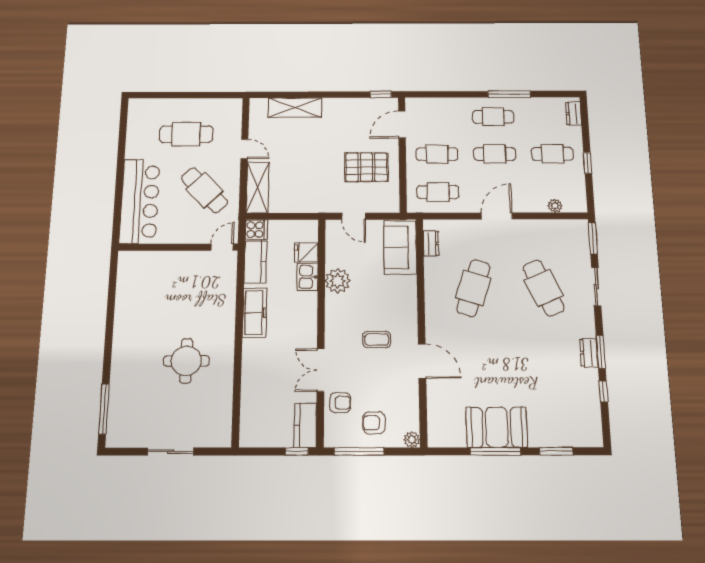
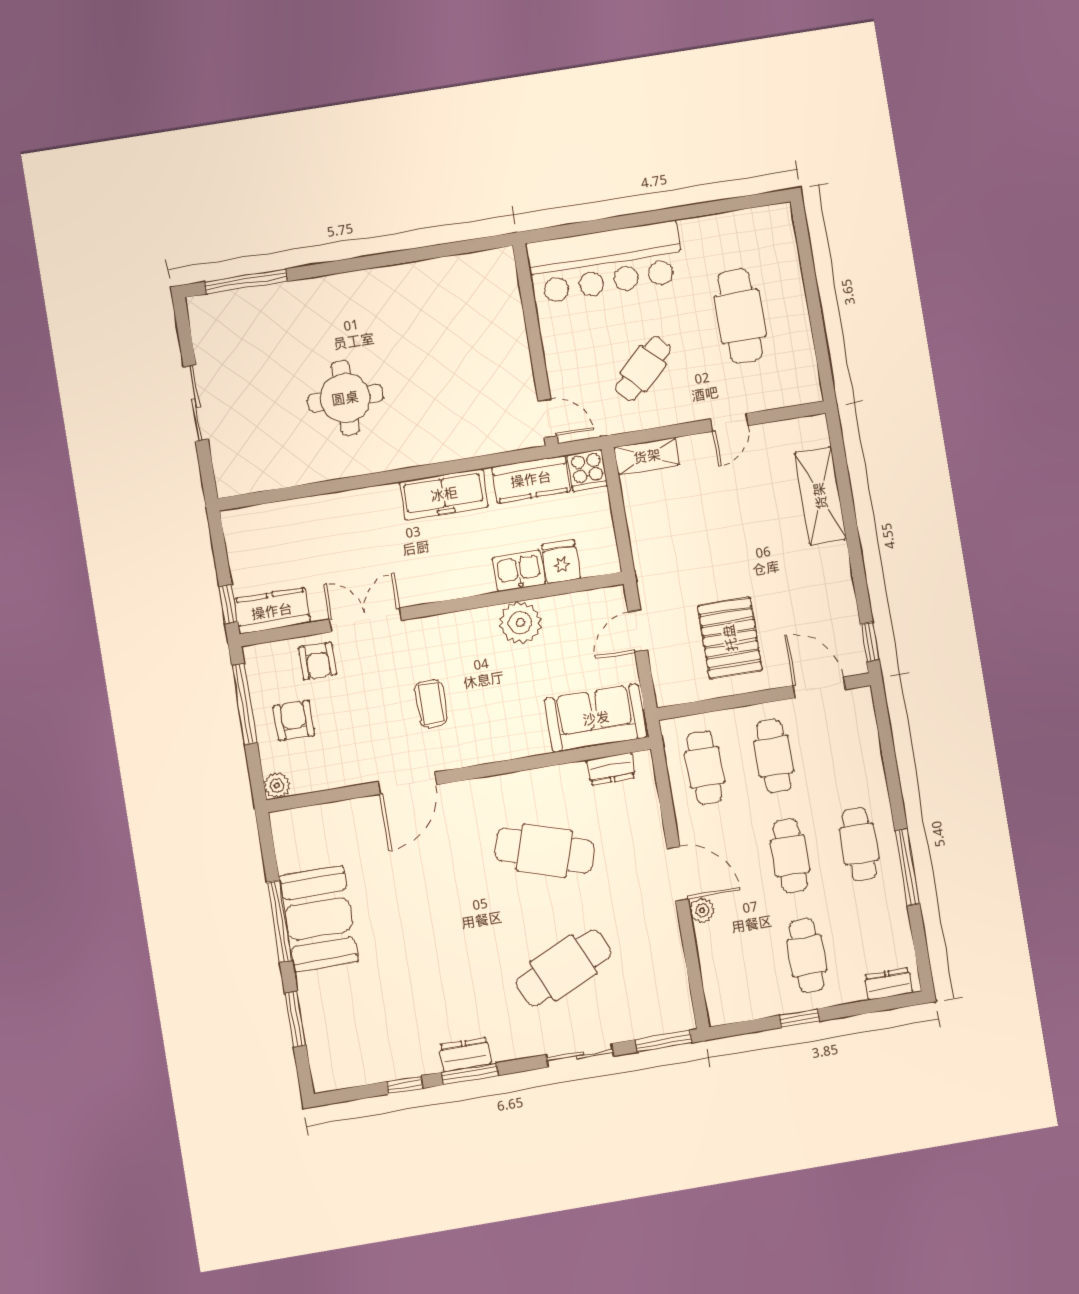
shelving: (258, 188) -> (647, 456), width x0.67, depth x0.75
cafe table: (204, 190) -> (643, 369), width x0.73, depth x0.74
plant: (555, 206) -> (702, 910), moved

